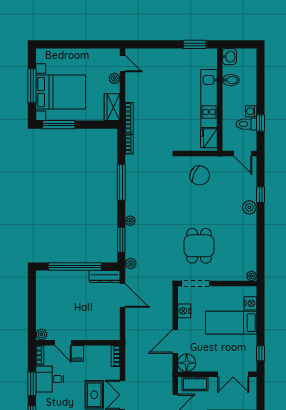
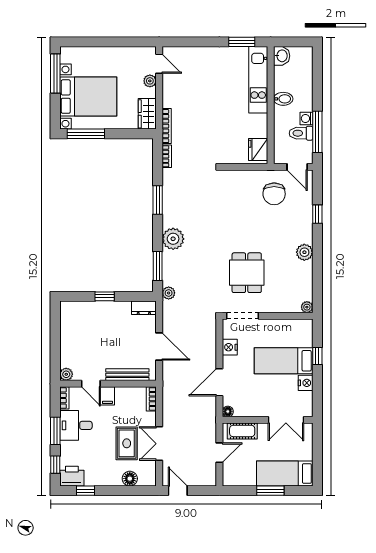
bidet: (231, 80) -> (283, 99), moved
window: (32, 86) -> (55, 74), moved
kitchen unit: (209, 99) -> (258, 80), moved
window: (261, 123) -> (317, 132), width x2.17
chair: (200, 175) -> (274, 194), moved, turned 64
window: (121, 182) -> (158, 200), width x0.69
plant: (249, 207) -> (304, 252), moved
plant: (130, 221) -> (173, 239), width x1.88, depth x1.88
window: (75, 266) -> (105, 296), width x0.32
dresser: (105, 276) -> (144, 308), width x0.70
door: (123, 295) -> (159, 346), moved
nightstand: (250, 303) -> (306, 383), moved
bench: (95, 335) -> (127, 375), added
window: (261, 353) -> (317, 356), moved
floor lamp: (187, 363) -> (228, 411), width x0.53, depth x0.53

